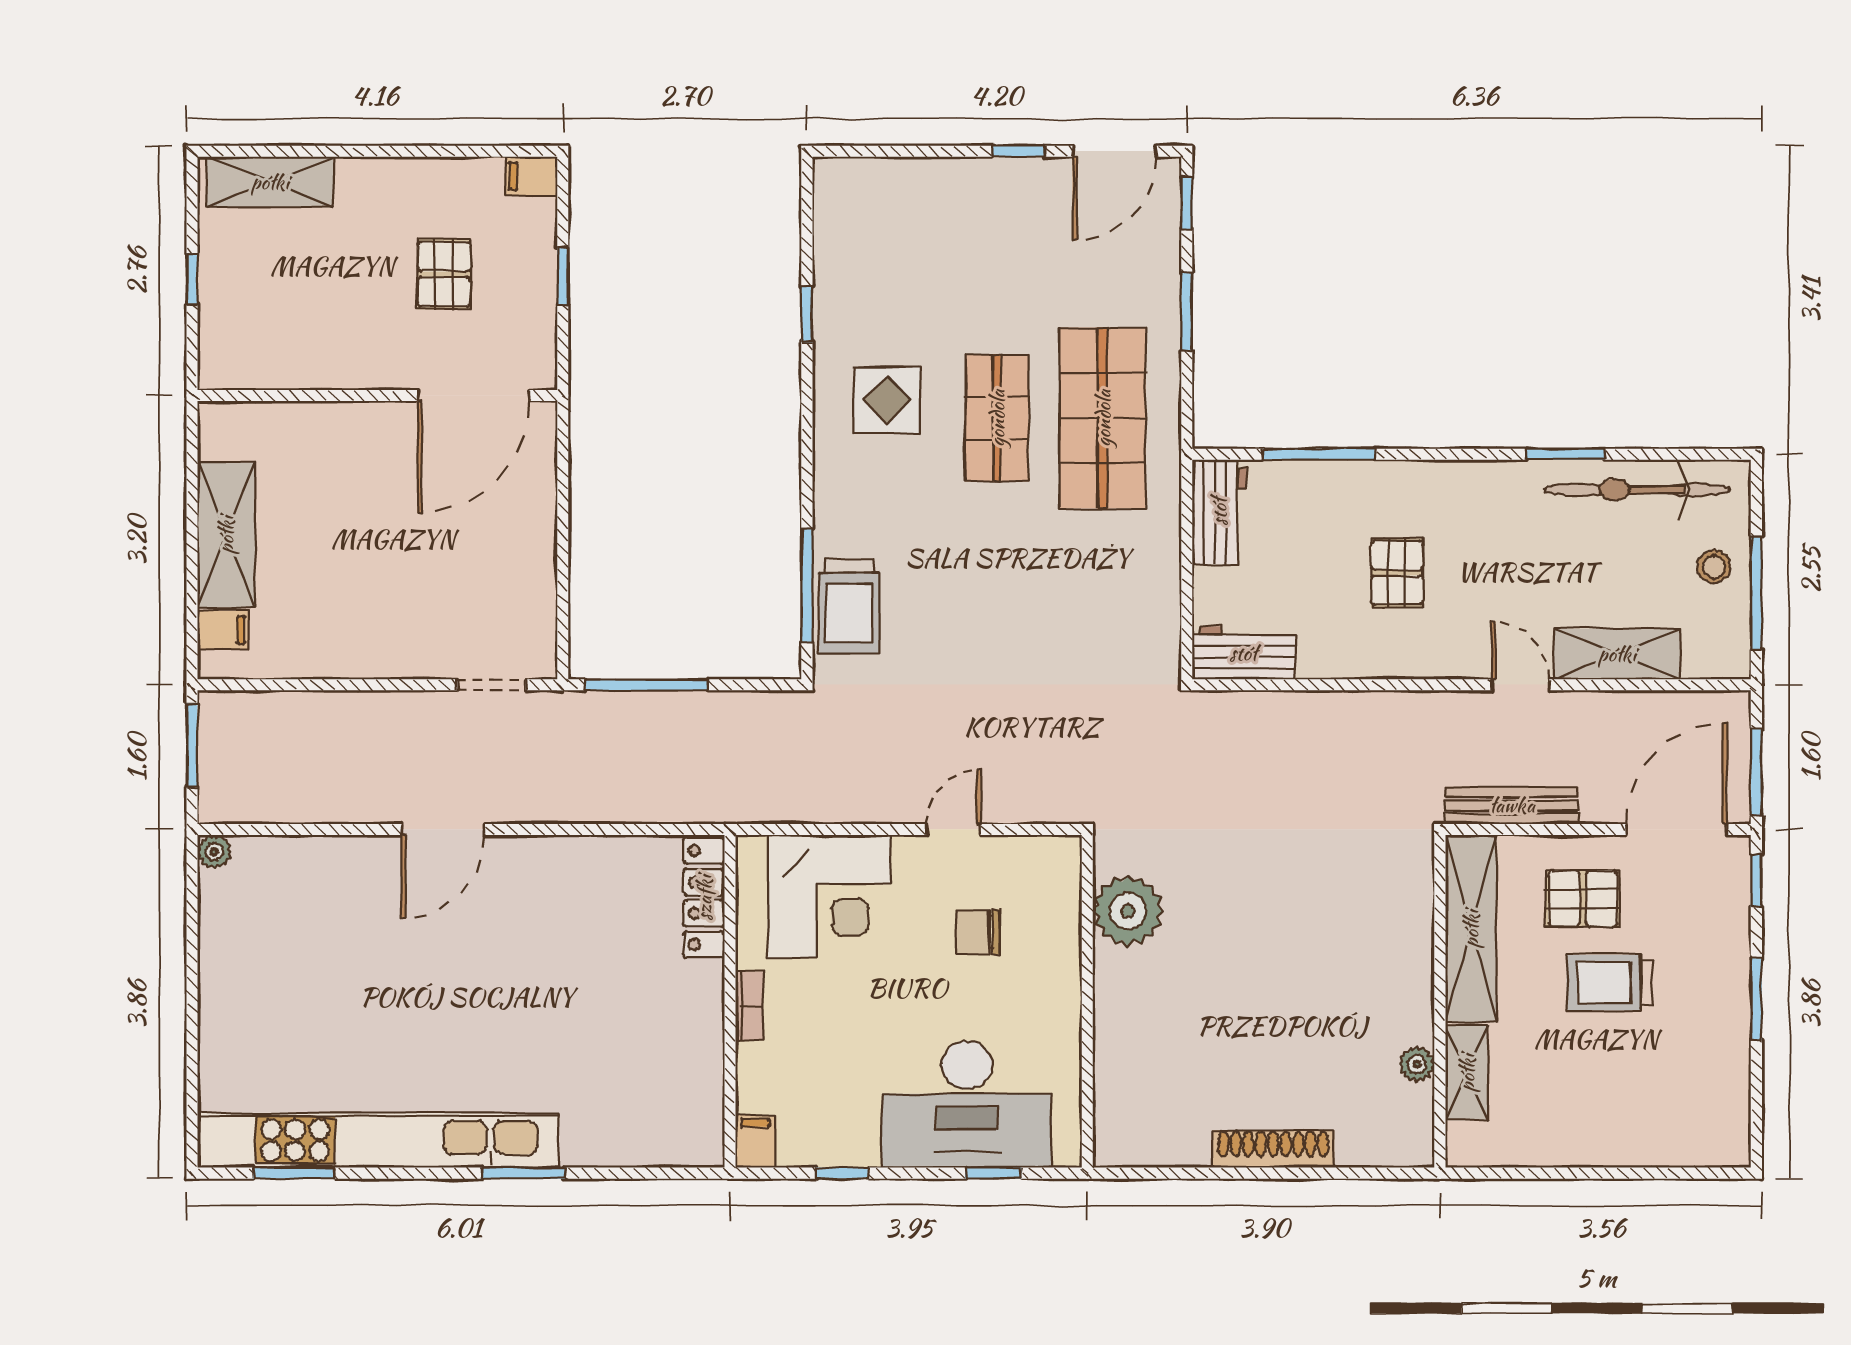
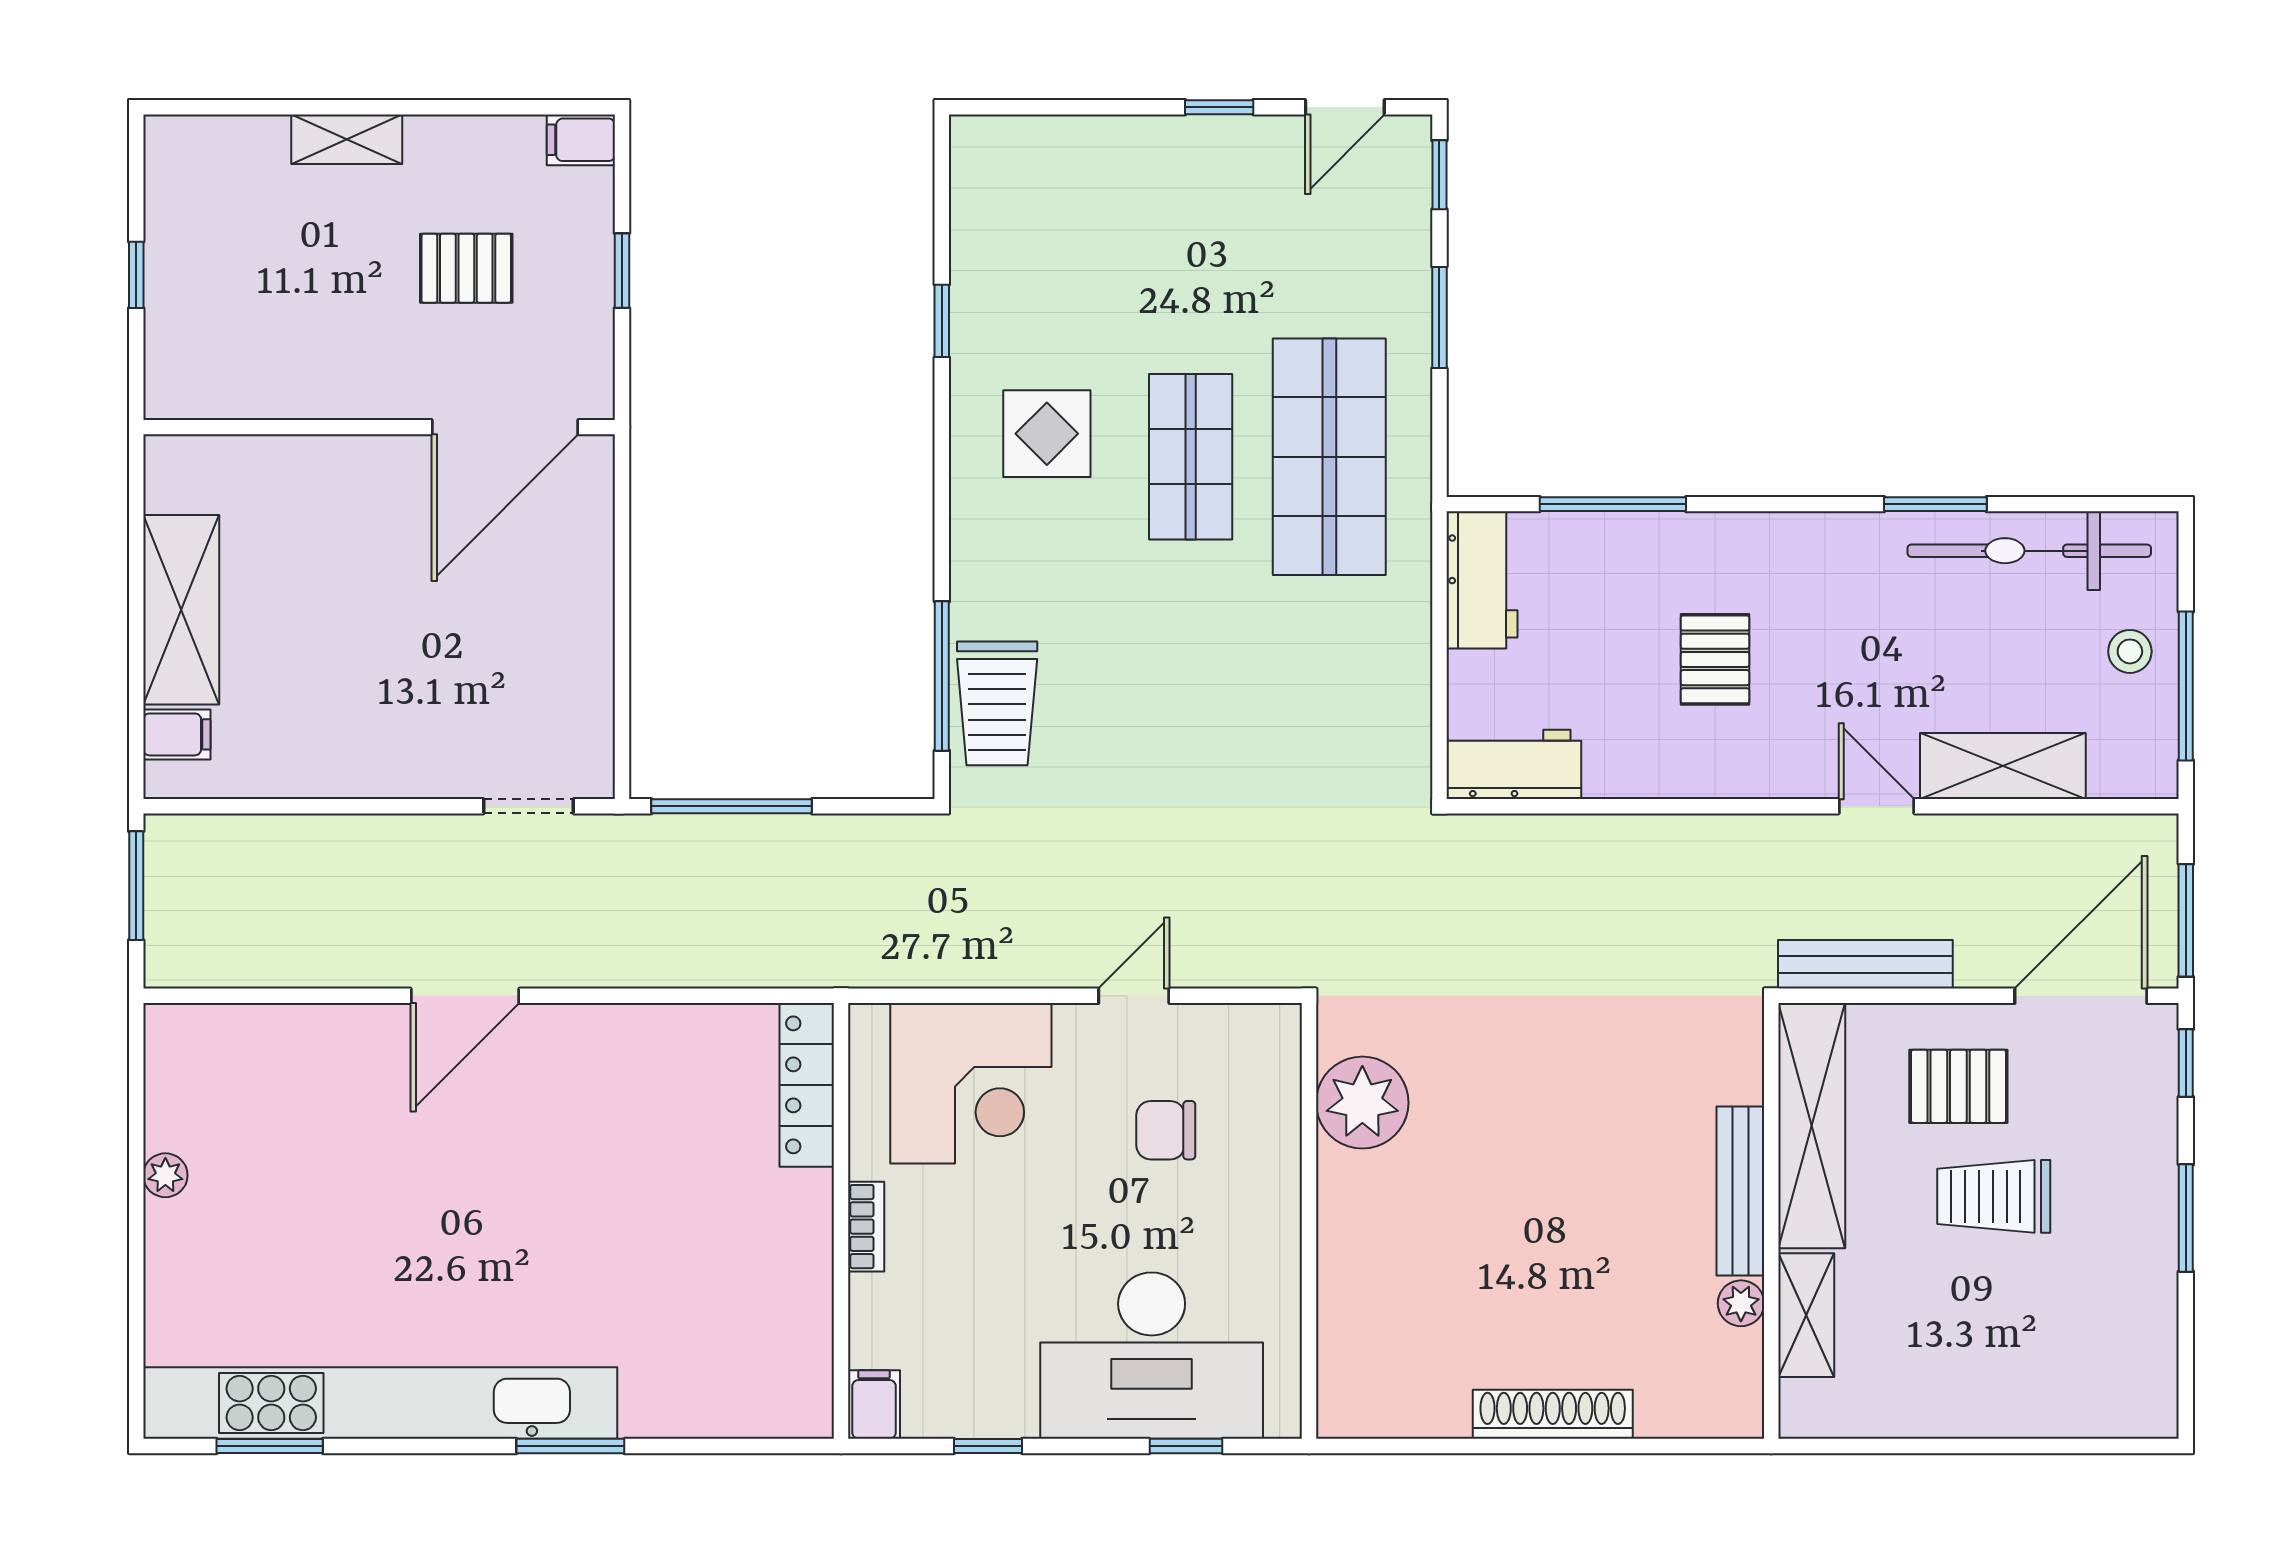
door: (1115, 151) -> (1345, 107), width x0.73
shelving: (270, 182) -> (347, 139), moved, width x0.67, depth x0.75
pallet: (444, 274) -> (466, 268), turned 90
plant: (214, 852) -> (165, 1175), moved
bench: (1416, 978) -> (1740, 1191), added

